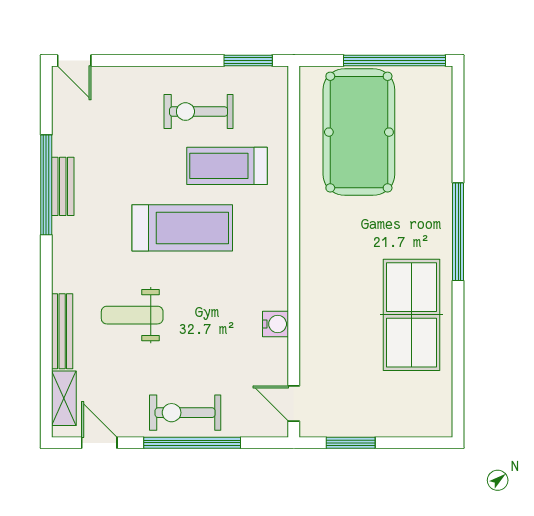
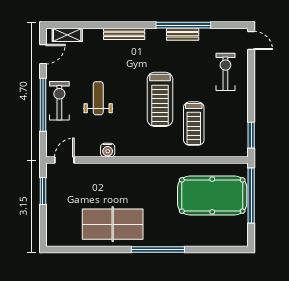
door: (74, 61) -> (251, 41), swing flipped
window: (395, 61) -> (251, 195), moved
exercise bike: (199, 112) -> (225, 72), moved
treadmill: (227, 166) -> (194, 124), turned 180
weight bench: (132, 315) -> (98, 98), moved
bench: (62, 331) -> (124, 34), moved

